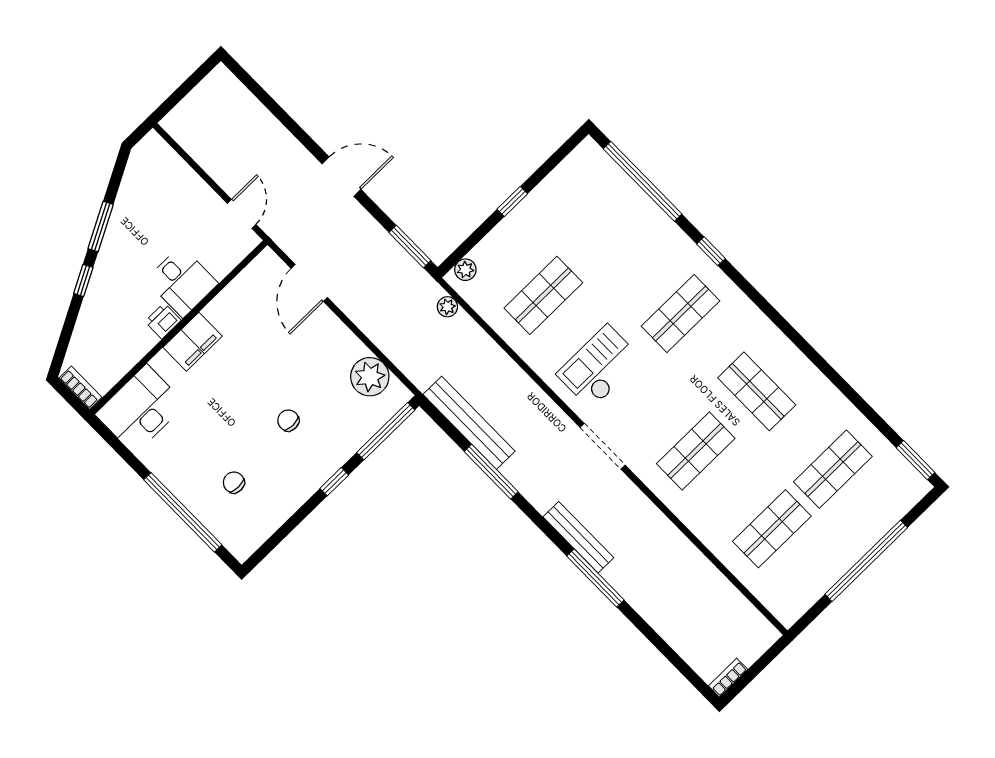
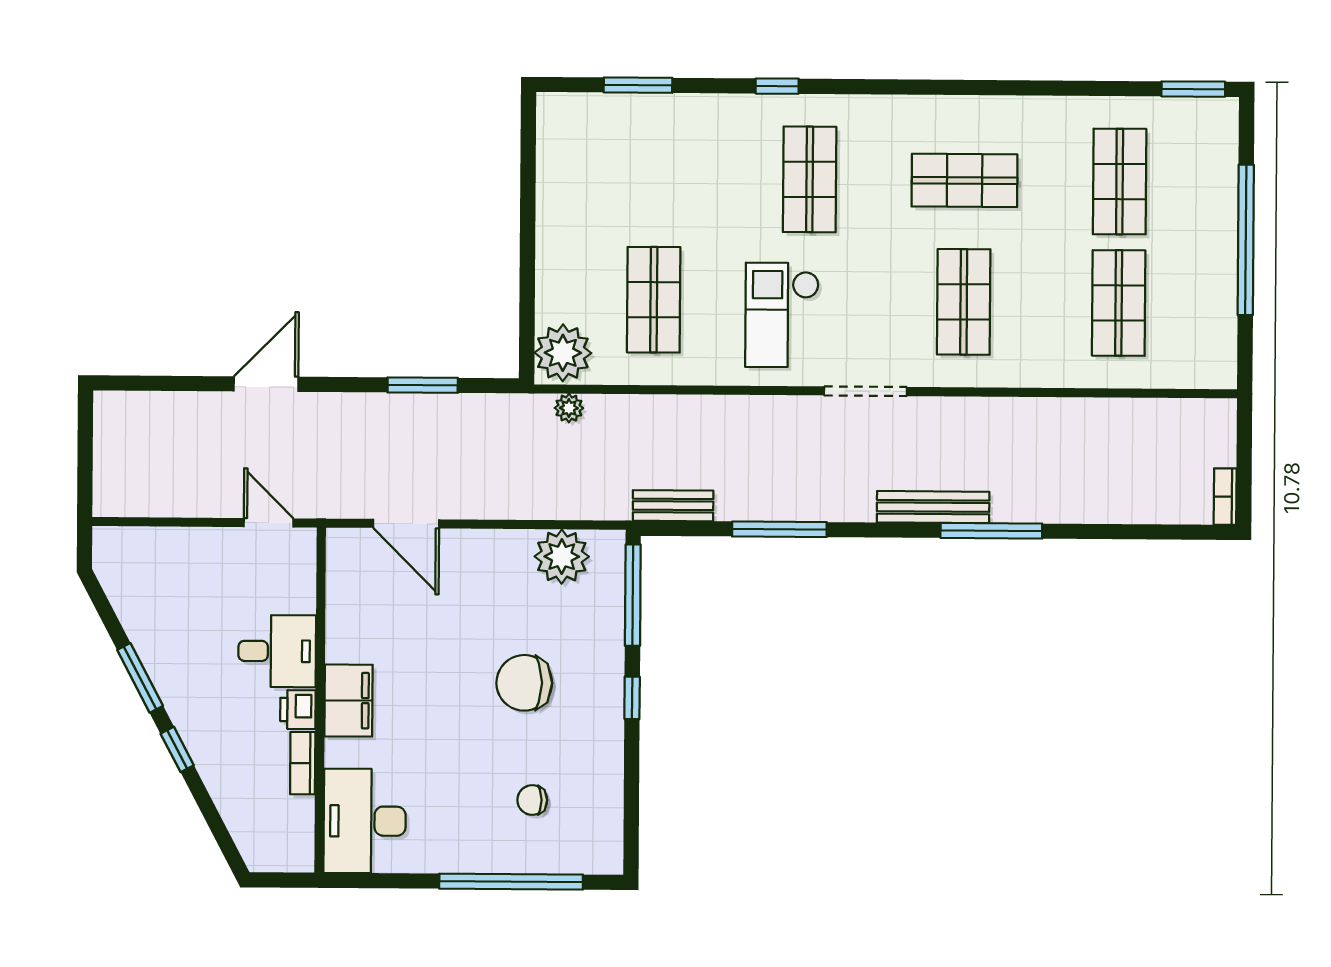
door: (342, 177) -> (266, 384), moved
window: (643, 181) -> (638, 85), width x0.47
window: (512, 201) -> (528, 237), removed
window: (410, 246) -> (423, 385), moved
plant: (465, 270) -> (563, 353), width x1.87, depth x1.87
bookcase: (80, 388) -> (303, 763), moved, turned -90
chair: (288, 420) -> (524, 683), width x1.87, depth x1.87
bench: (469, 423) -> (673, 506), width x0.54, depth x0.82

